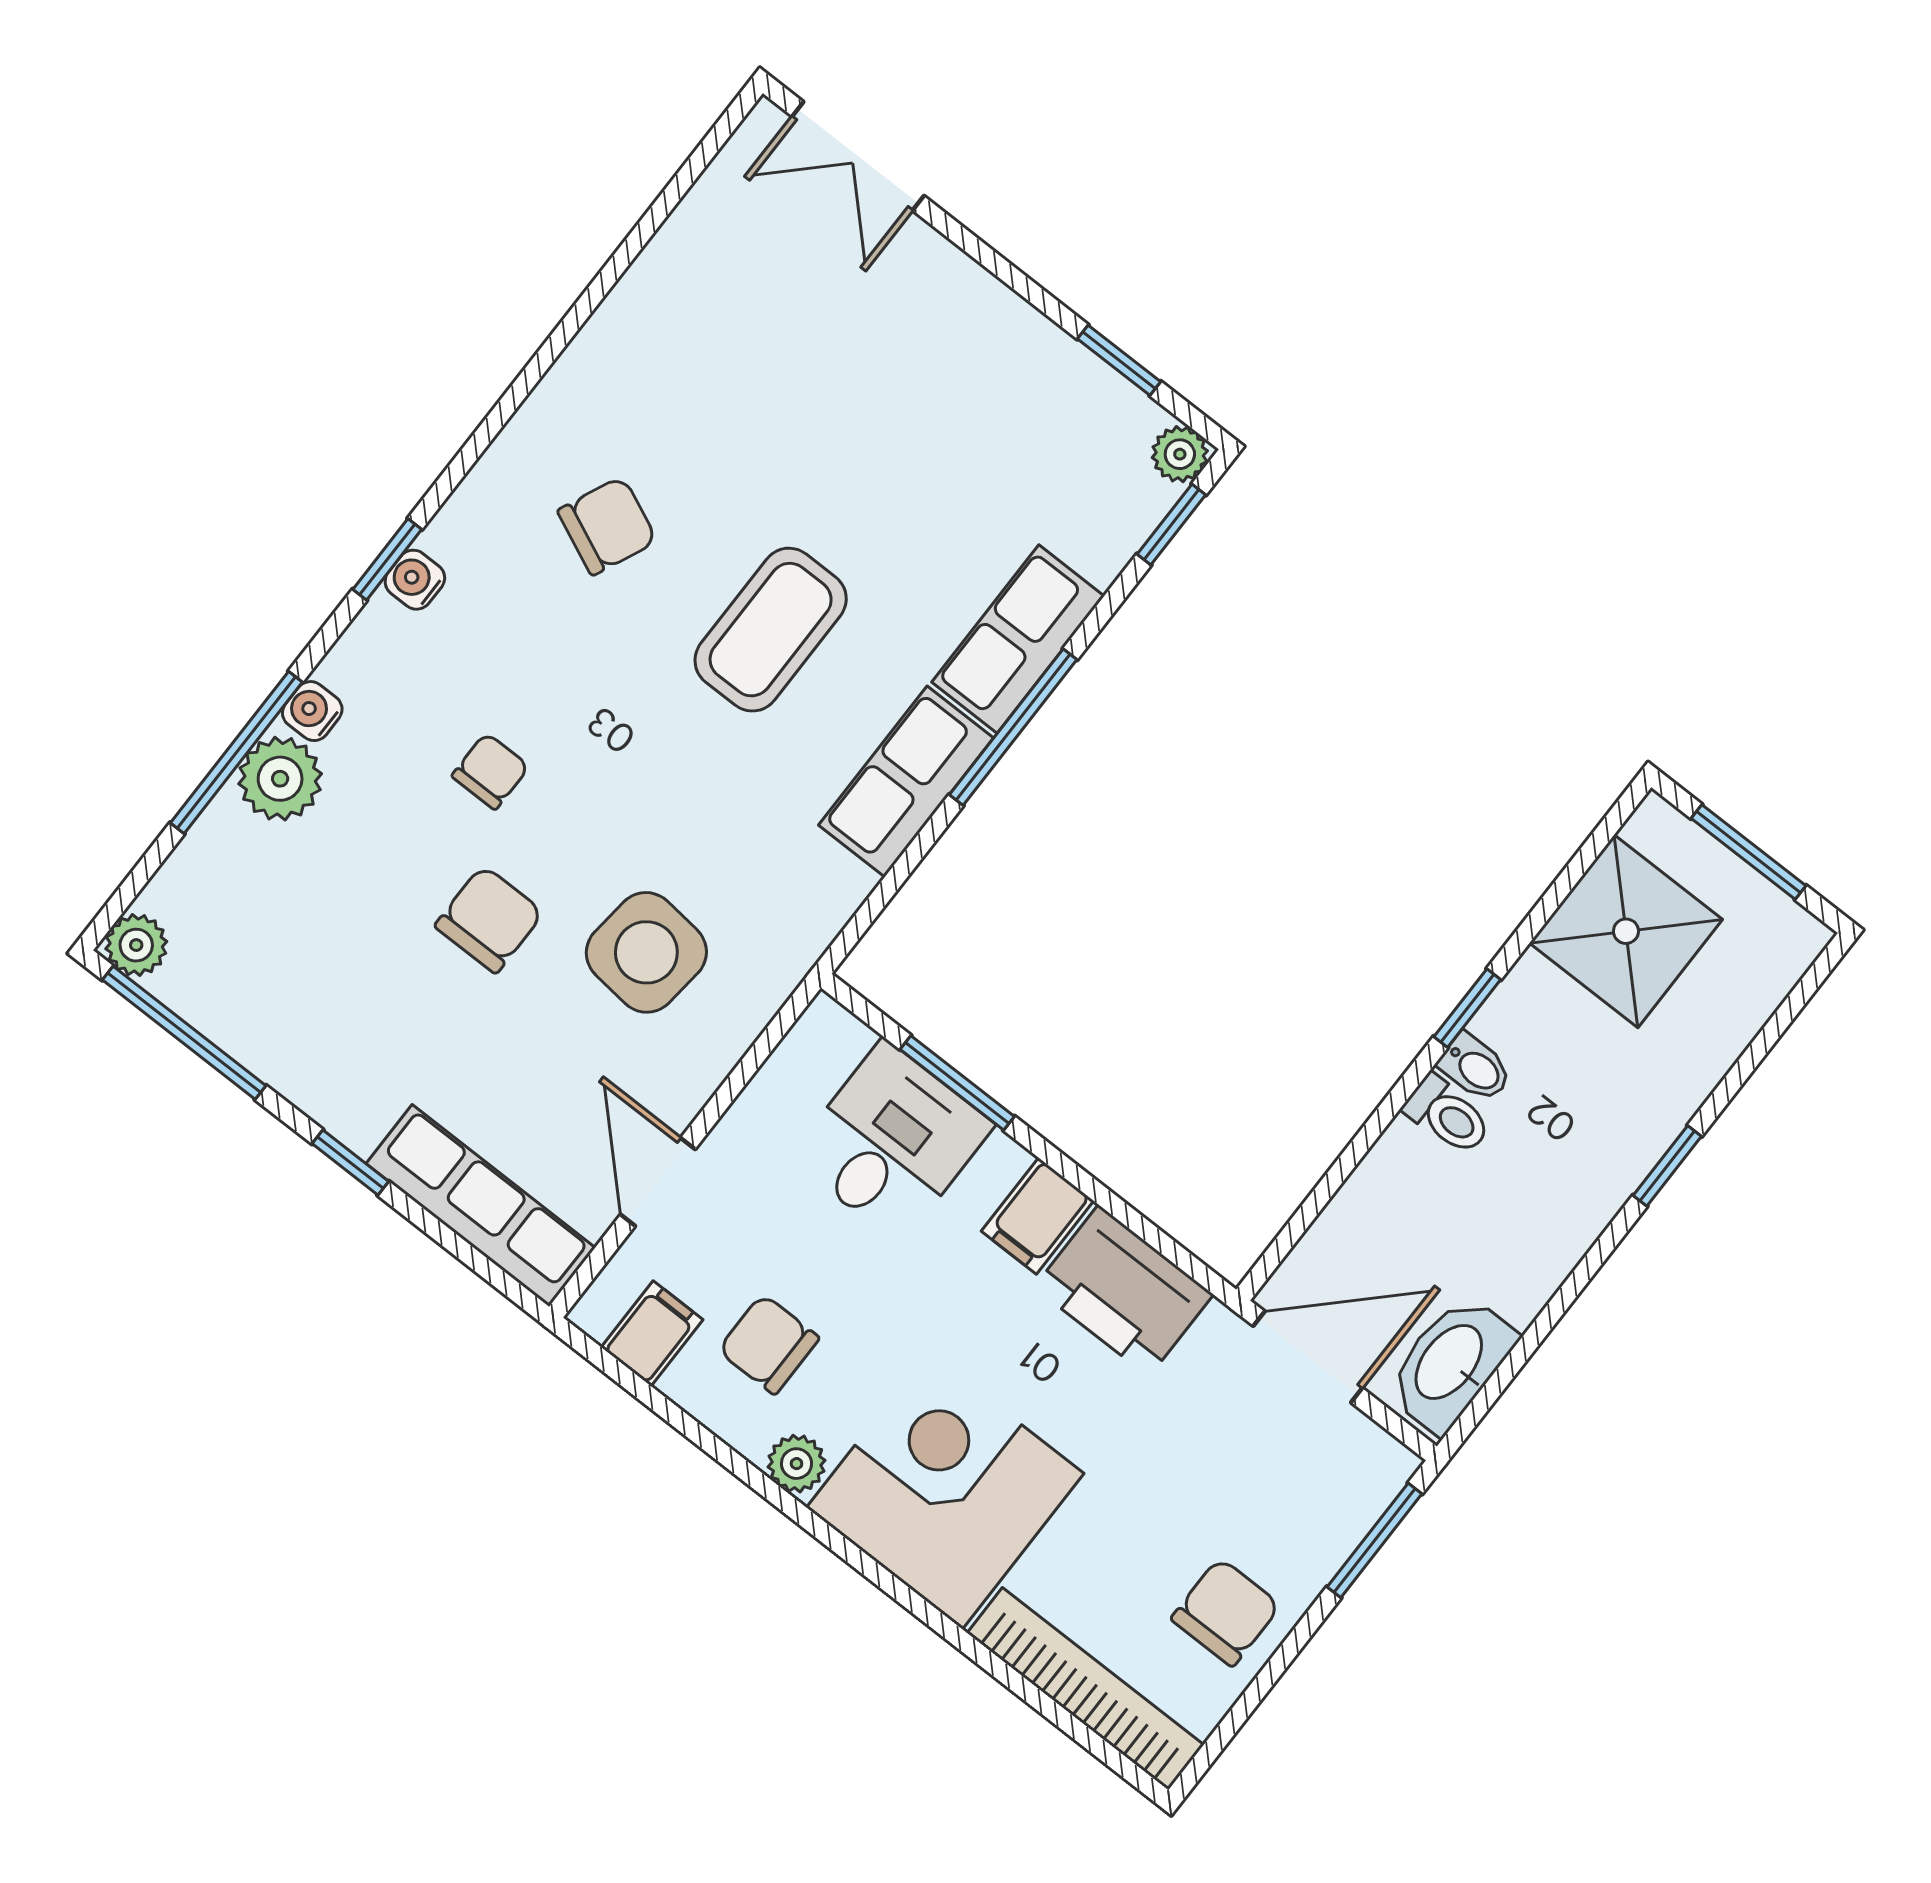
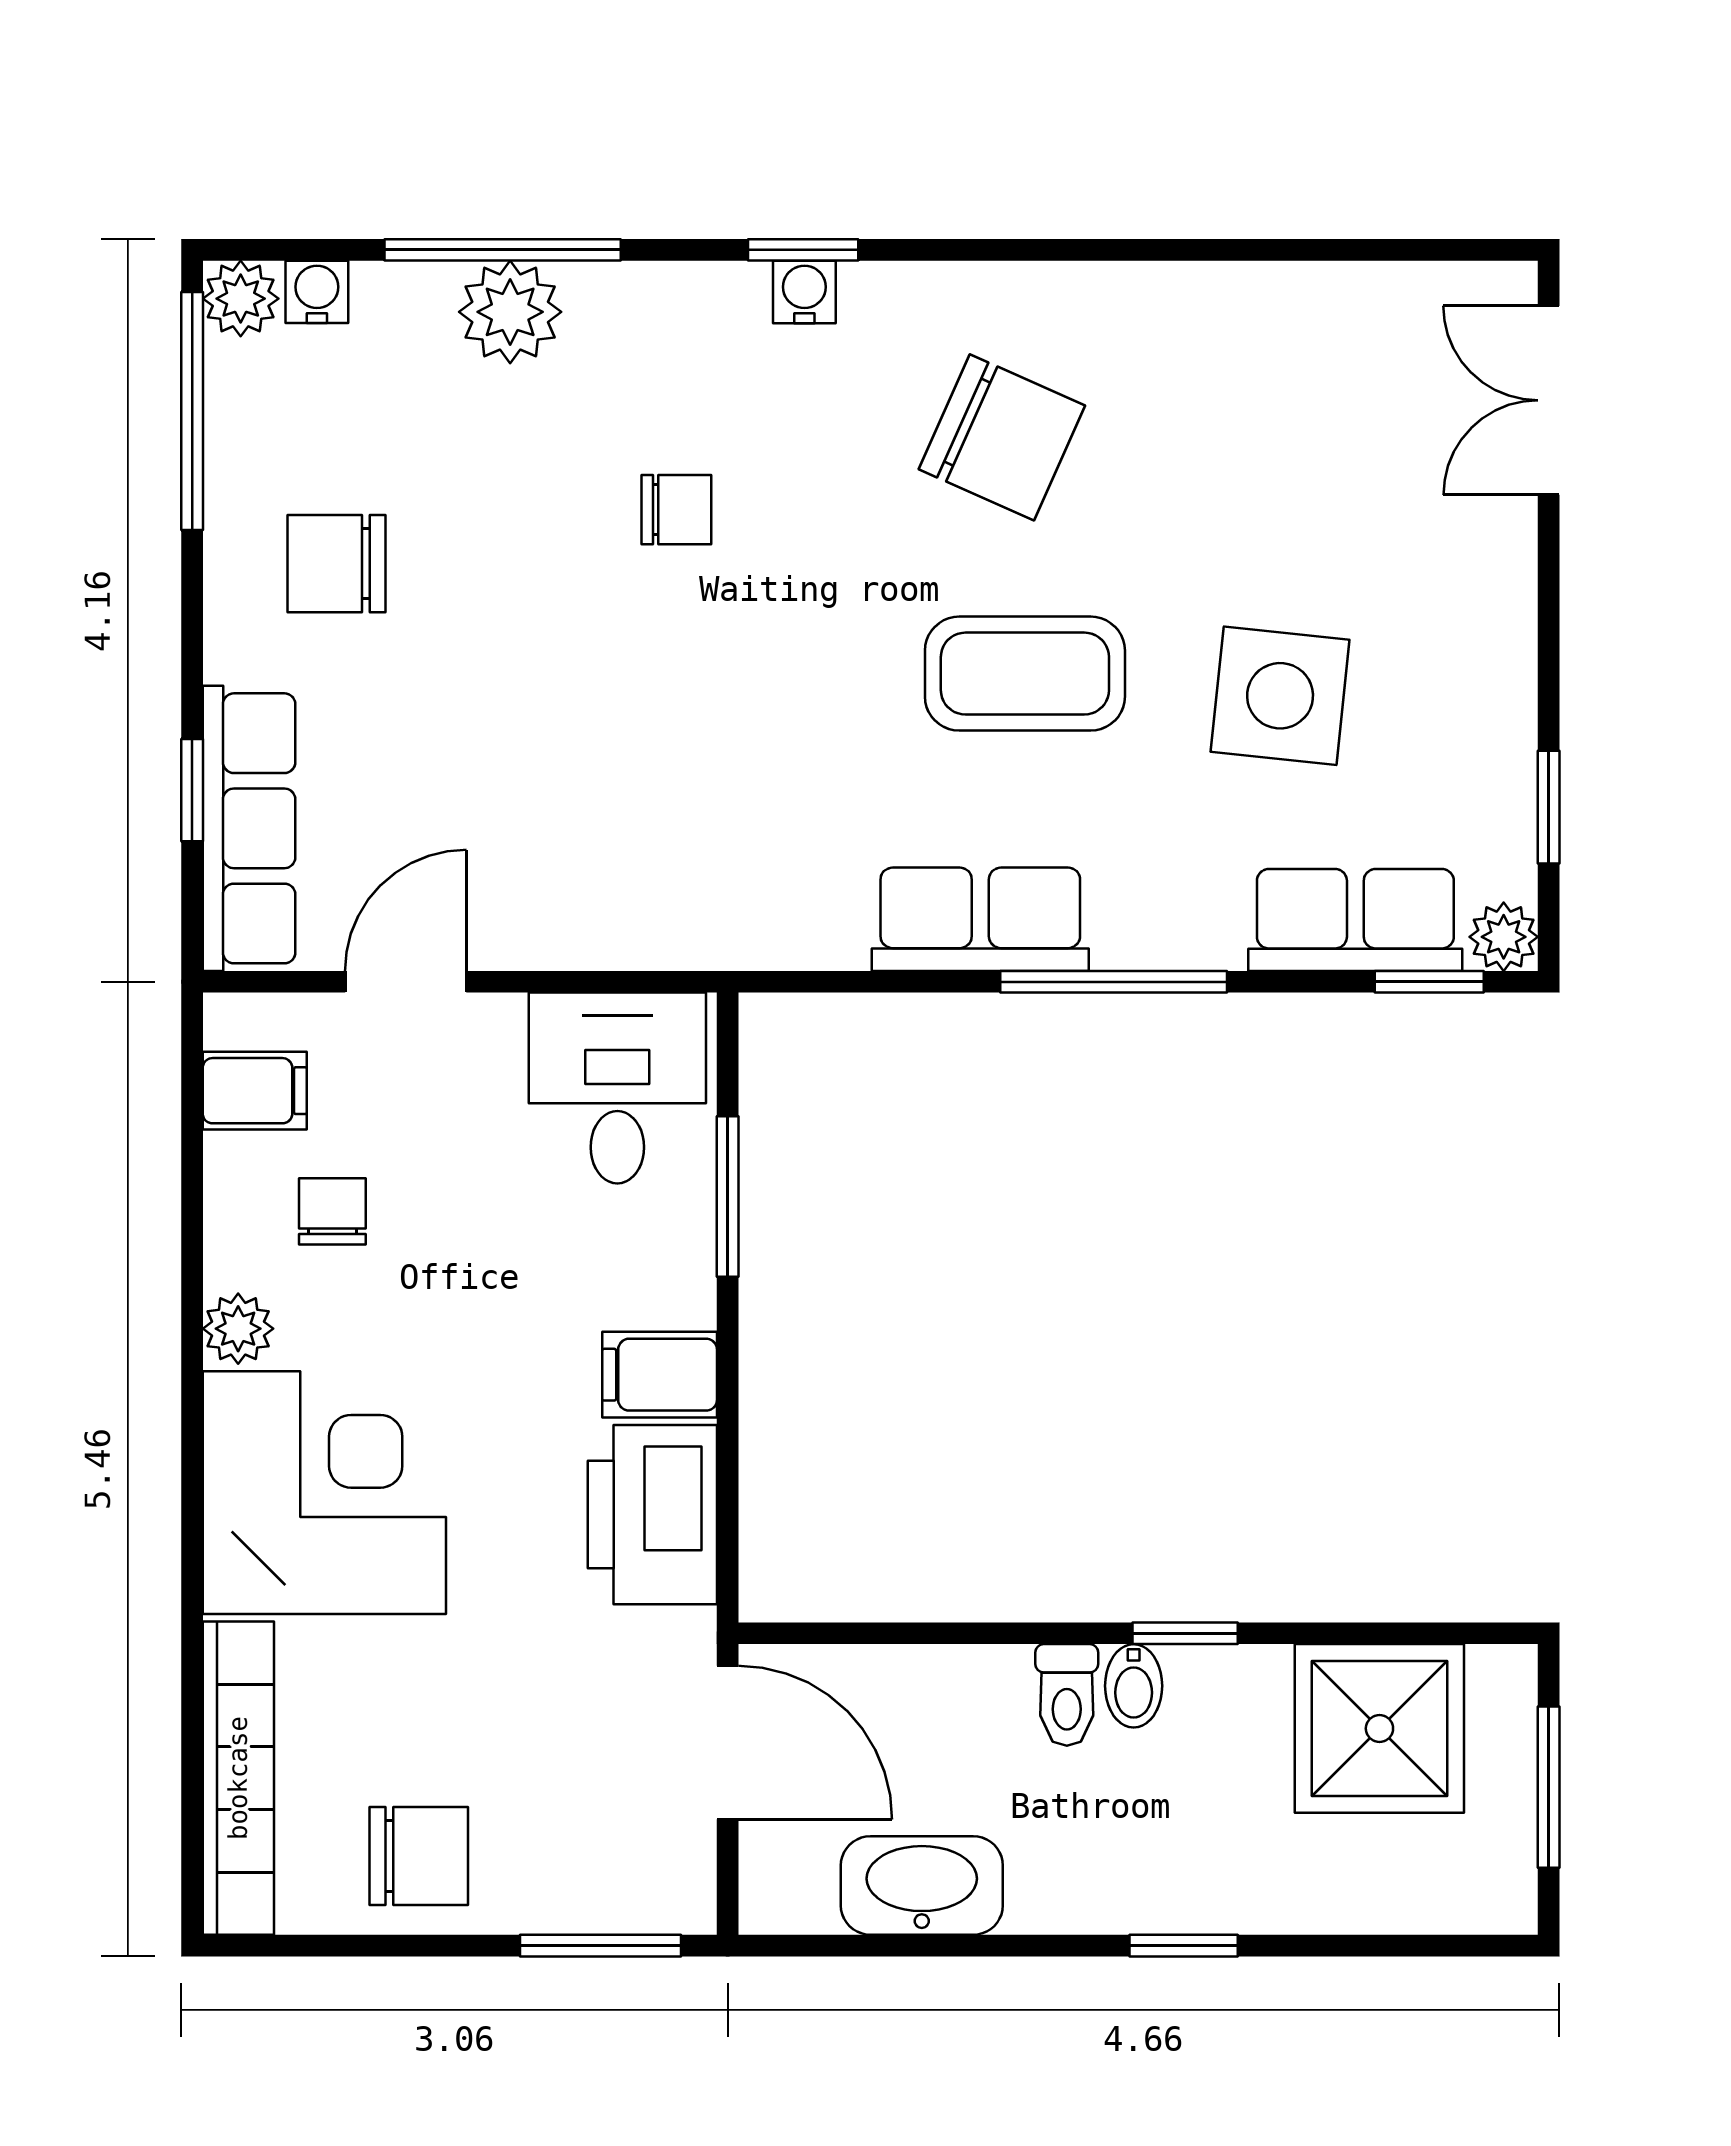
chair: (607, 526) -> (1002, 437), width x1.37, depth x1.37
row of seats: (1018, 639) -> (1355, 920), moved
water cooler: (312, 711) -> (317, 292), moved
chair: (489, 919) -> (337, 564), moved, turned 180
side table: (646, 952) -> (1280, 696), moved
desk: (892, 1142) -> (617, 1088), moved, turned -90
window: (350, 1163) -> (192, 790), moved
chair: (769, 1344) -> (332, 1211), width x0.73, depth x0.73
washbasin: (1451, 1363) -> (922, 1885), moved

